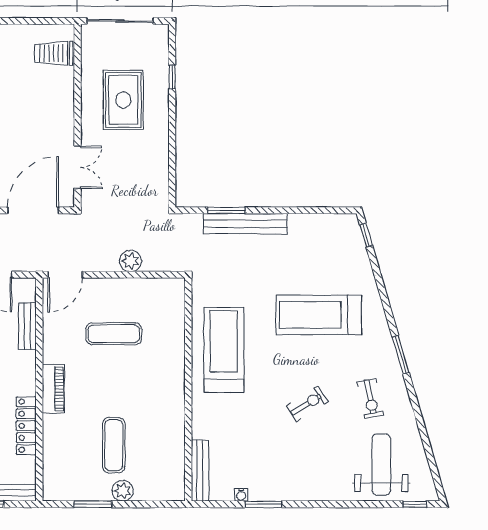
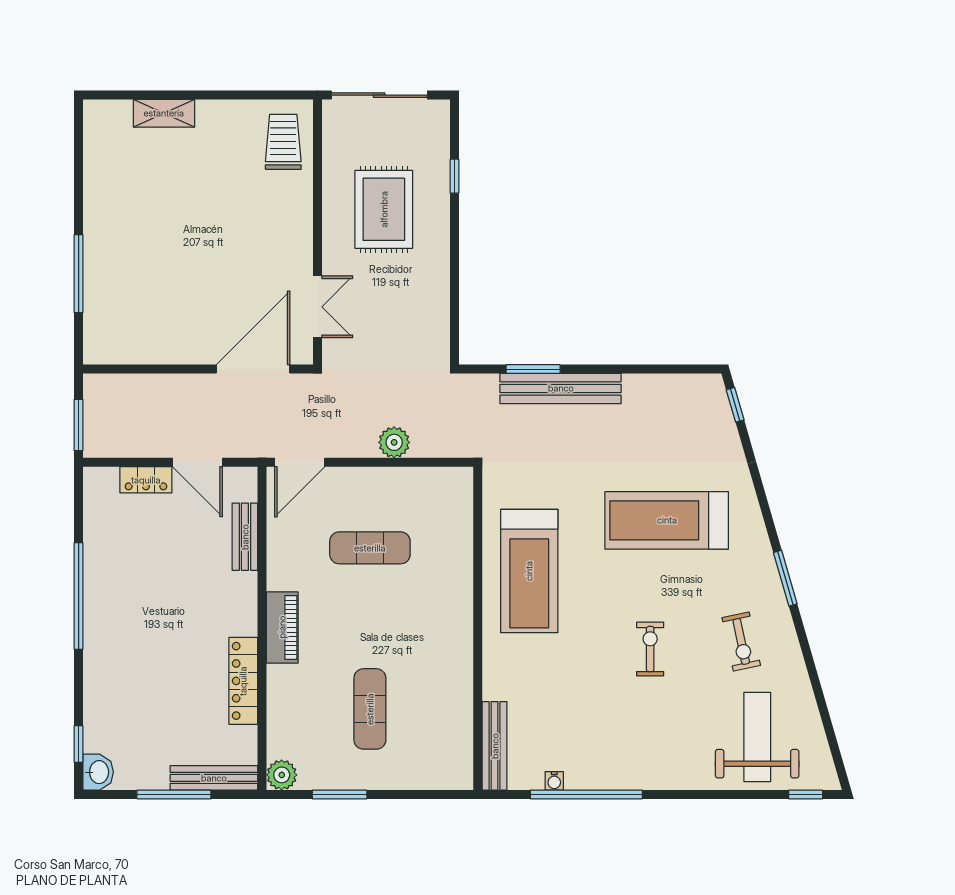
trolley: (54, 53) -> (283, 142), turned 90
treadmill: (224, 350) -> (529, 571), turned 180
exercise bike: (307, 404) -> (650, 649), turned -58
plant: (123, 491) -> (282, 775), moved
window: (263, 504) -> (586, 794), width x2.11

